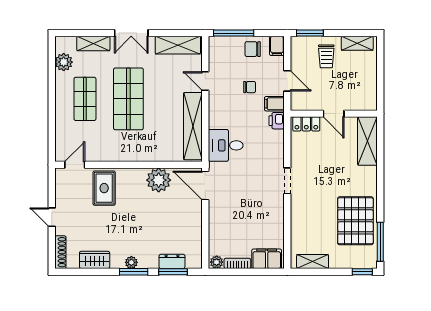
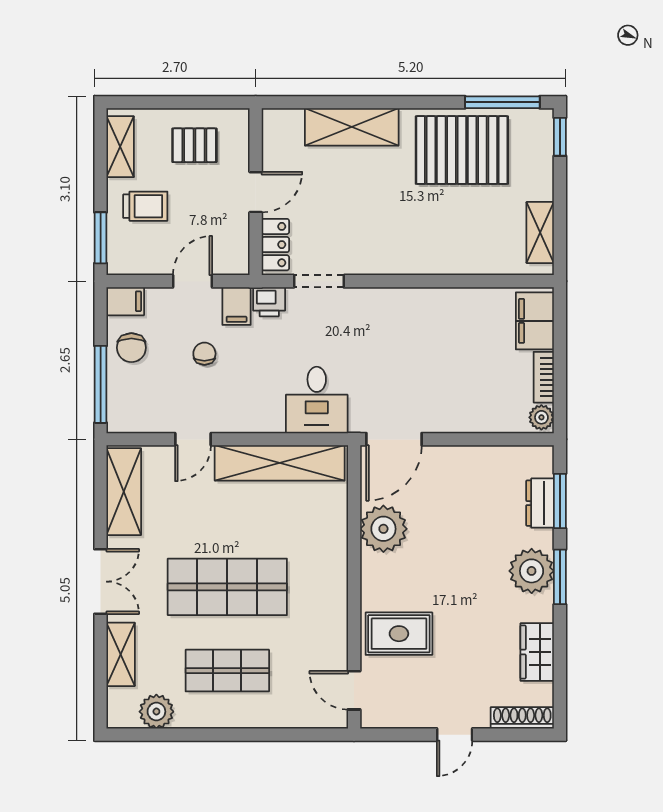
pallet: (358, 82) -> (194, 145), added
shelving: (367, 141) -> (352, 127), moved
doorway: (287, 181) -> (319, 281), moved
plant: (131, 262) -> (532, 571), width x1.88, depth x1.88

